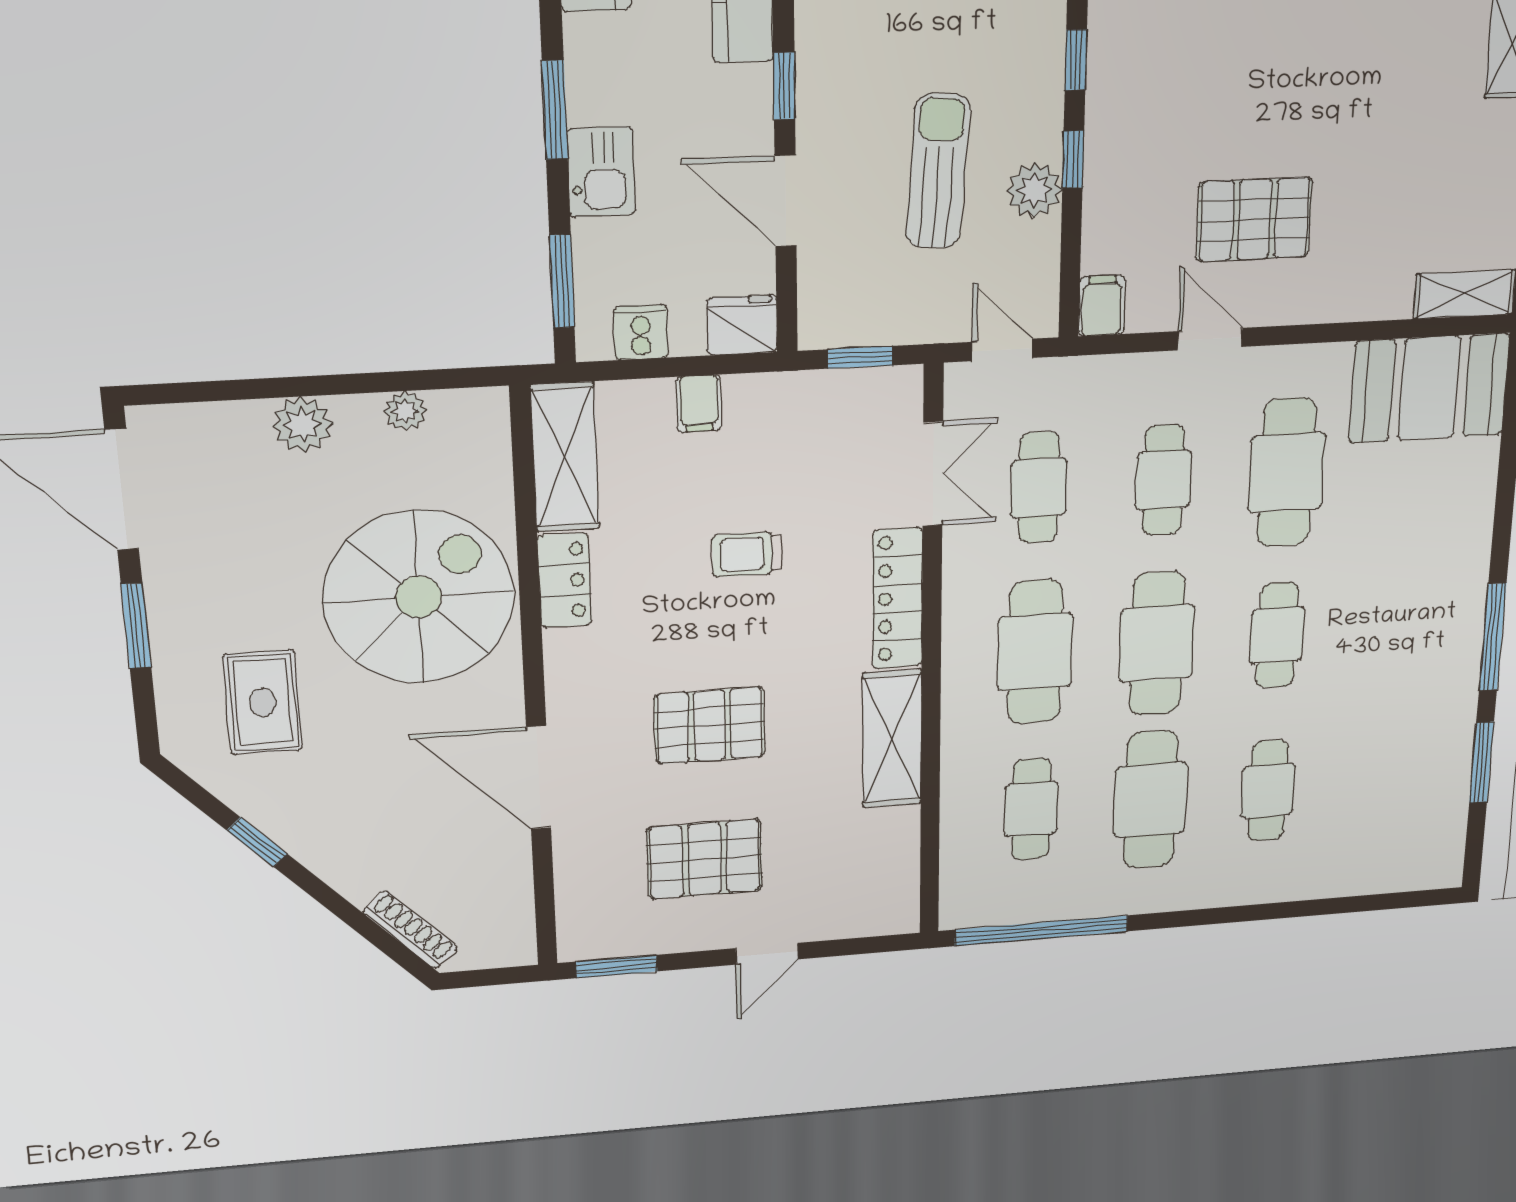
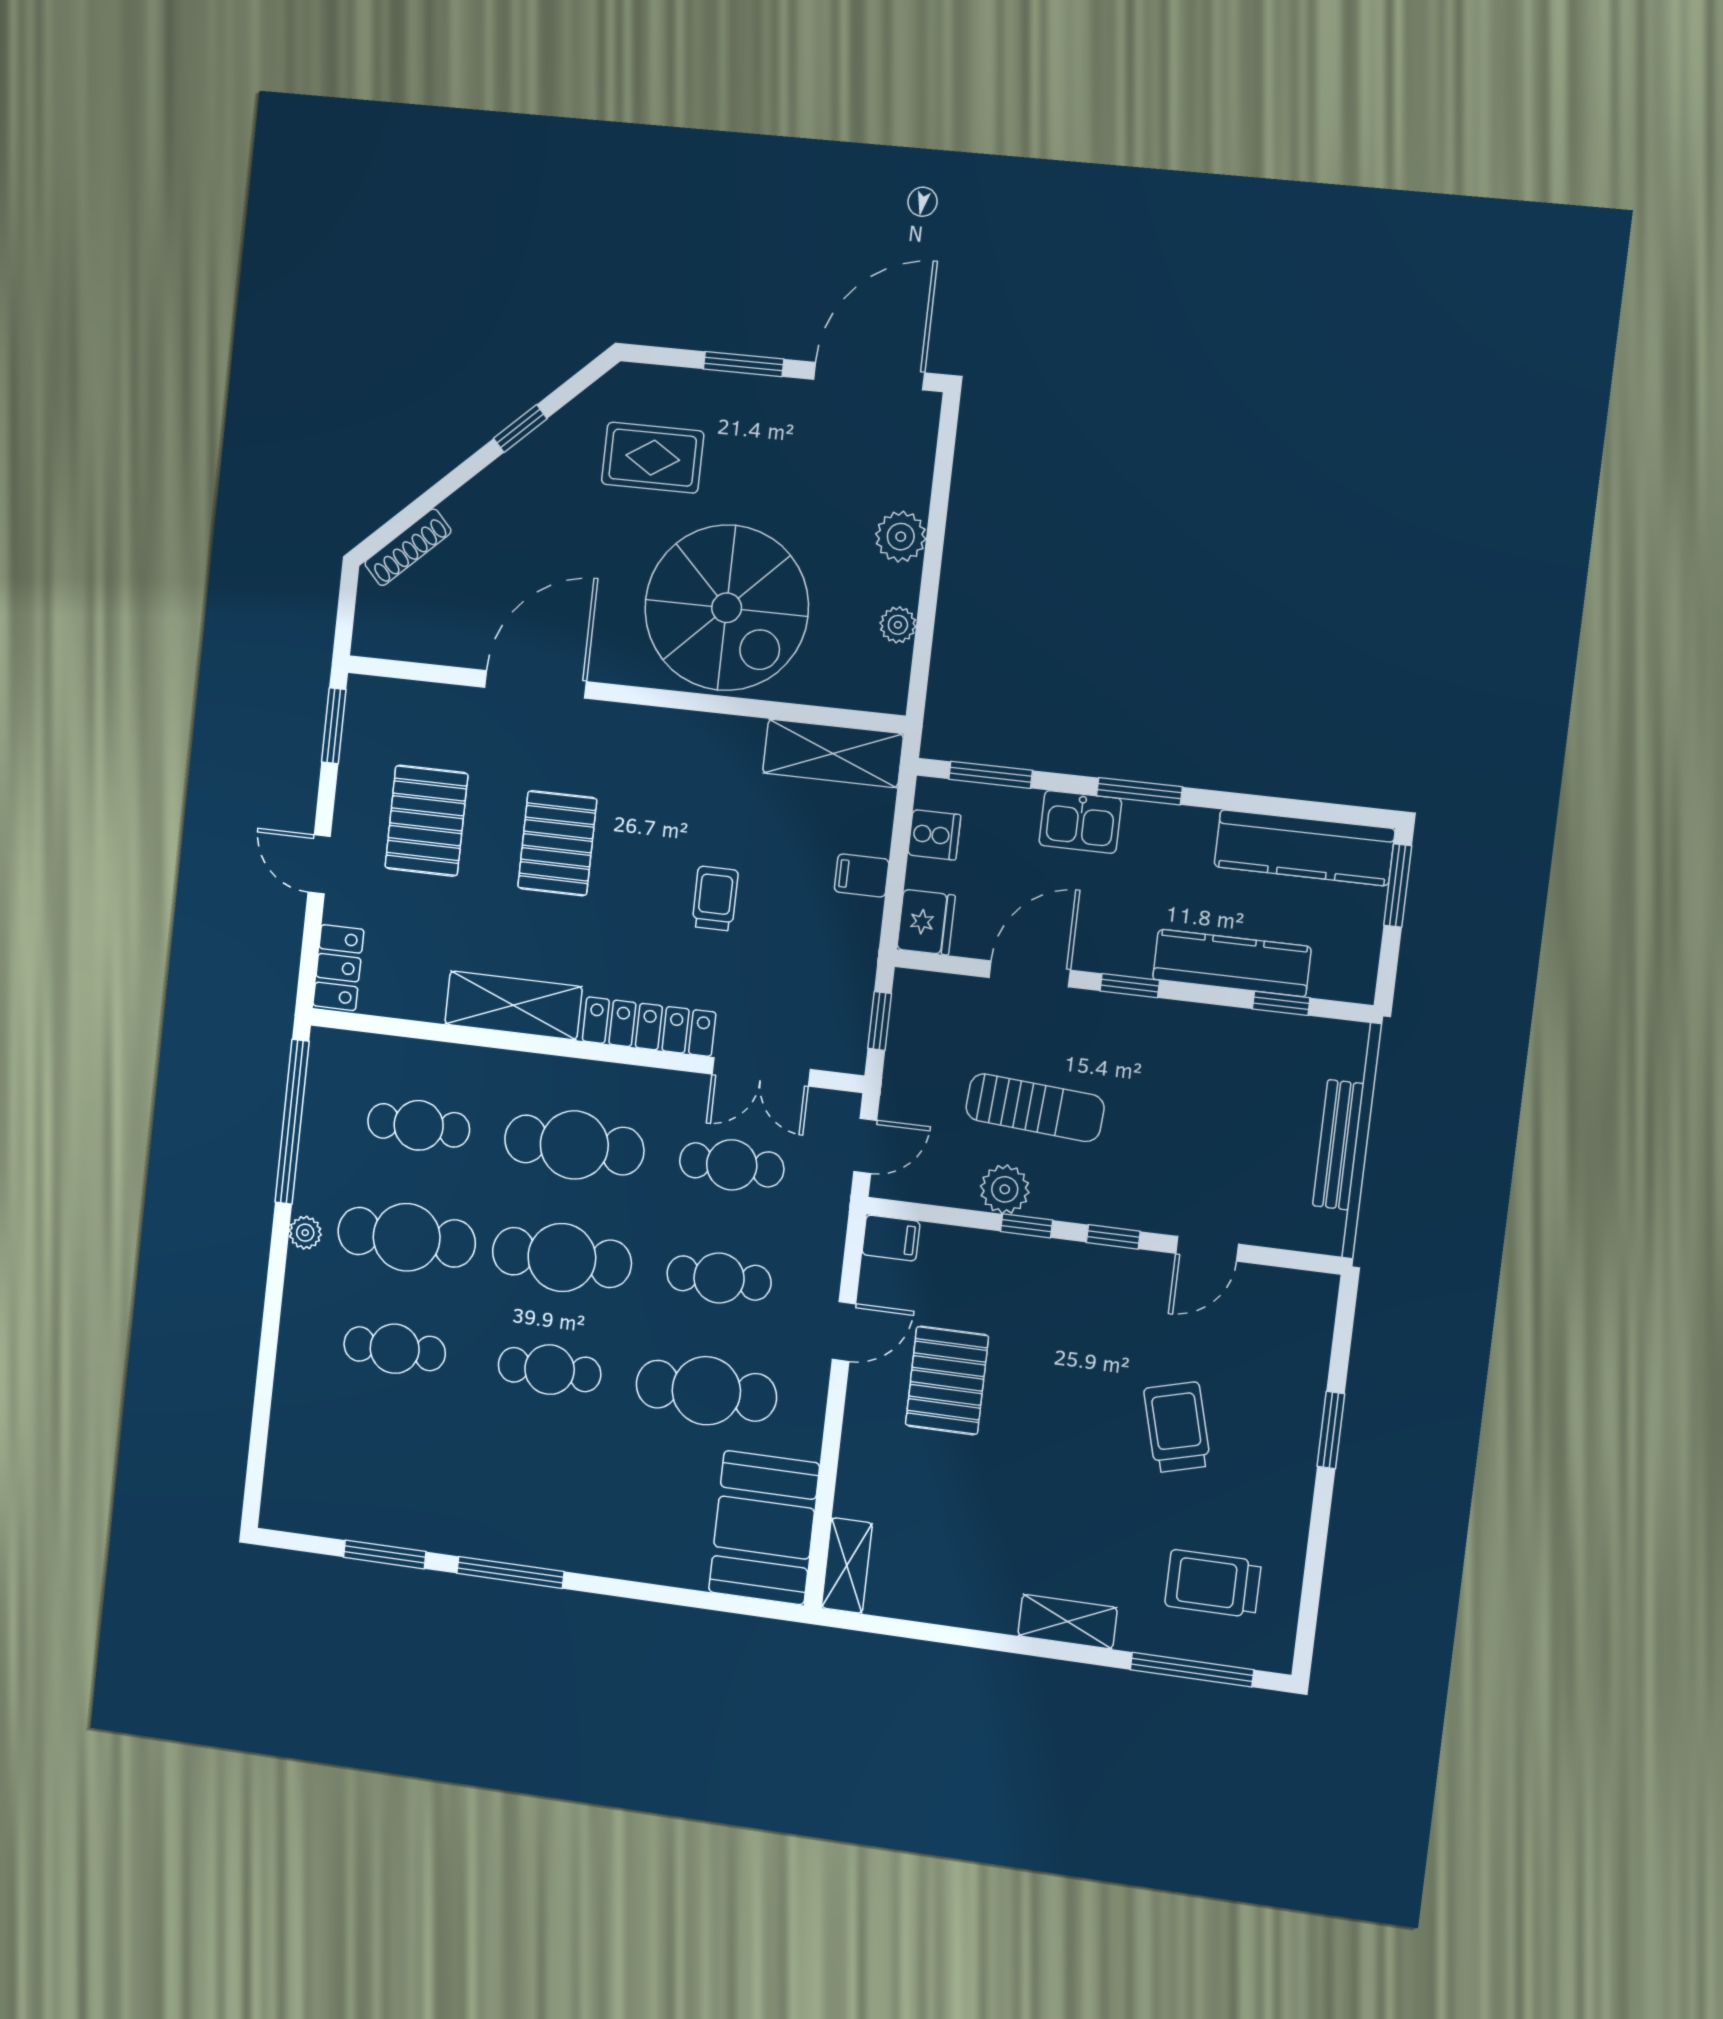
locker: (565, 580) -> (338, 968), moved, turned -90
plant: (1155, 897) -> (305, 1233), added

